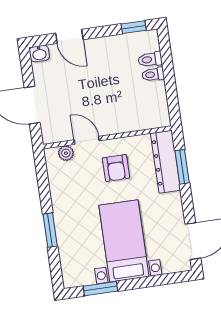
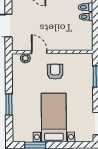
dresser: (166, 162) -> (86, 72), removed
armchair: (116, 168) -> (55, 72), turned 180

